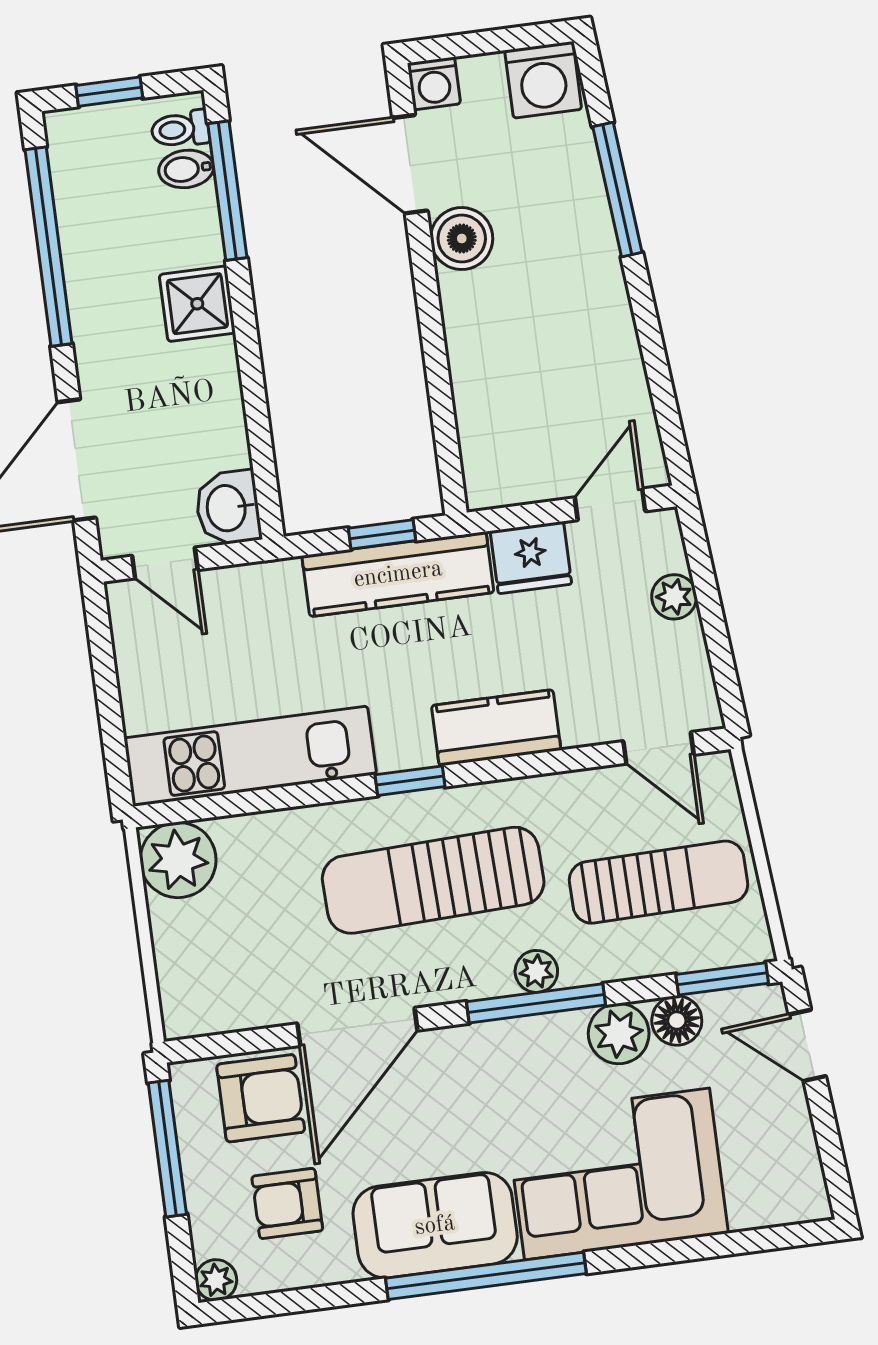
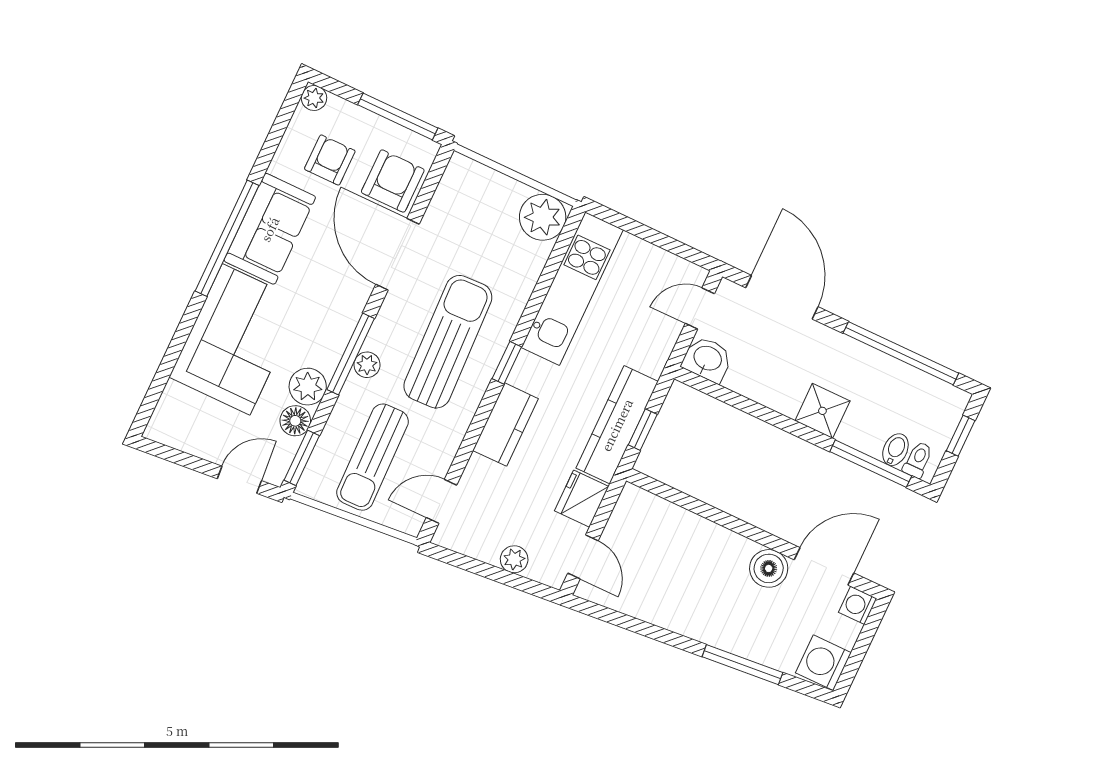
armchair: (261, 1098) -> (393, 181), turned 180

